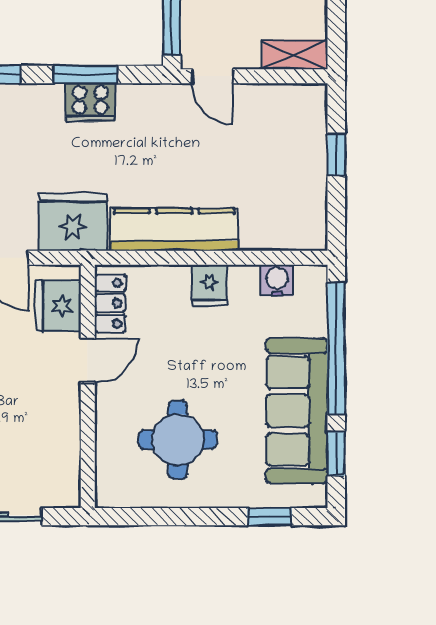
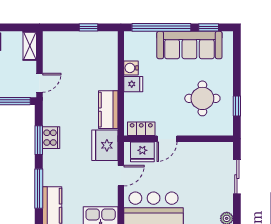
window: (336, 155) -> (88, 27), moved
kitchen counter: (174, 230) -> (108, 110), width x0.67
water cooler: (277, 280) -> (131, 68), moved
door: (88, 360) -> (167, 139), swing flipped
window: (270, 517) -> (237, 106), moved

